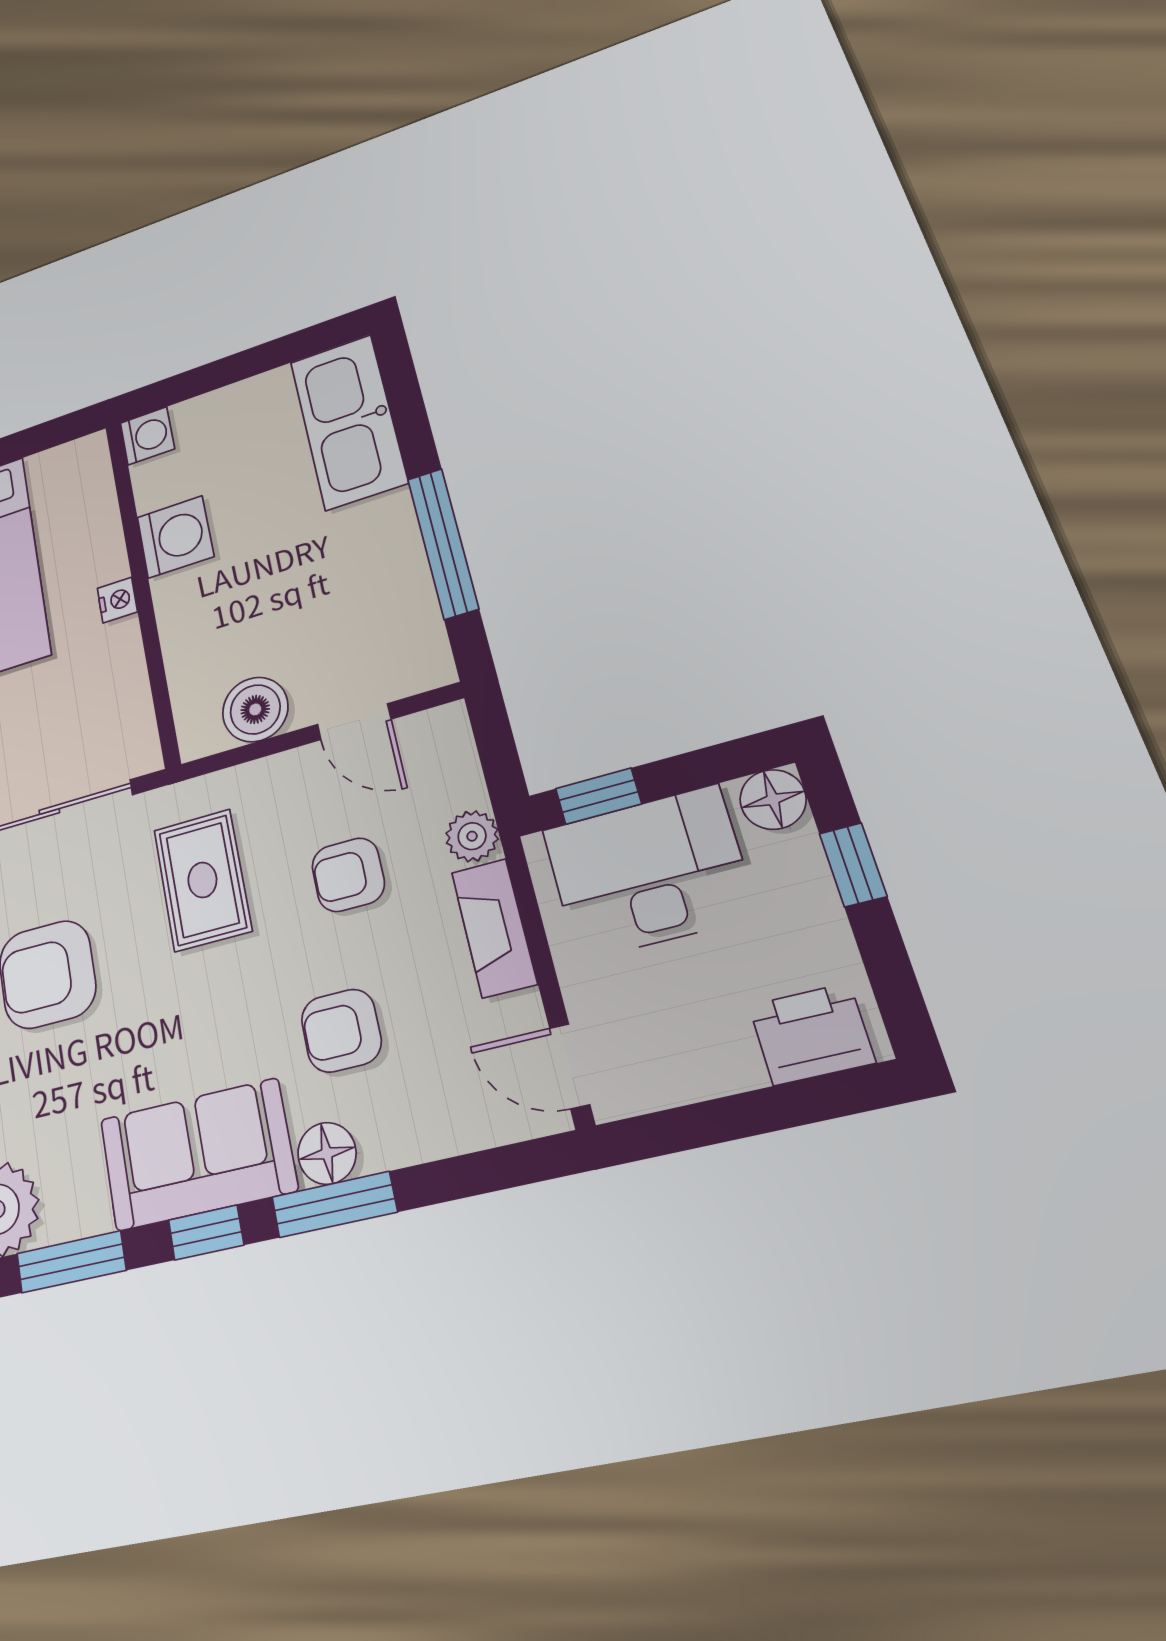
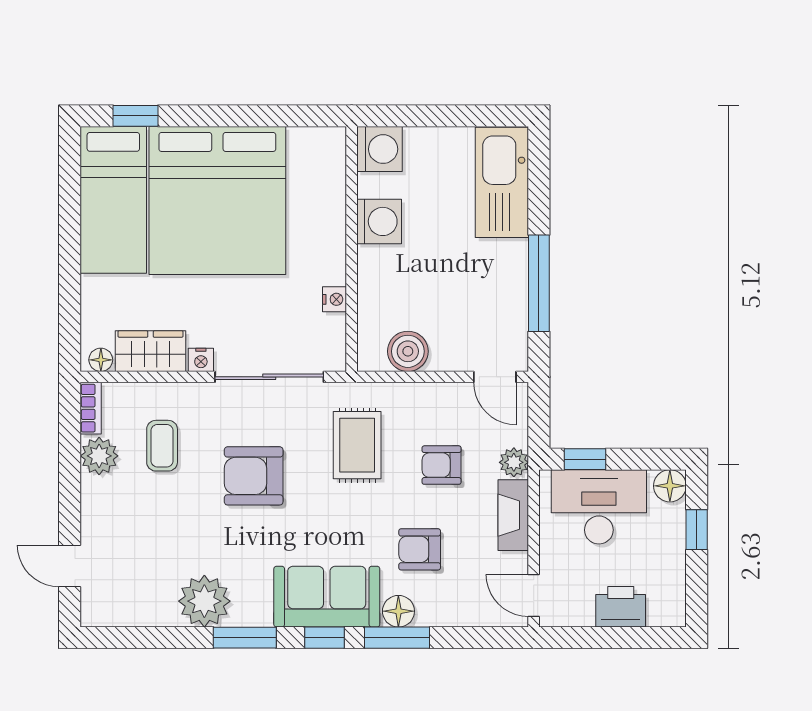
washing machine: (147, 436) -> (379, 149), width x1.38, depth x1.38
nightstand: (117, 600) -> (335, 299), moved
door: (354, 722) -> (495, 377), moved
printer: (811, 1034) -> (621, 607), moved

